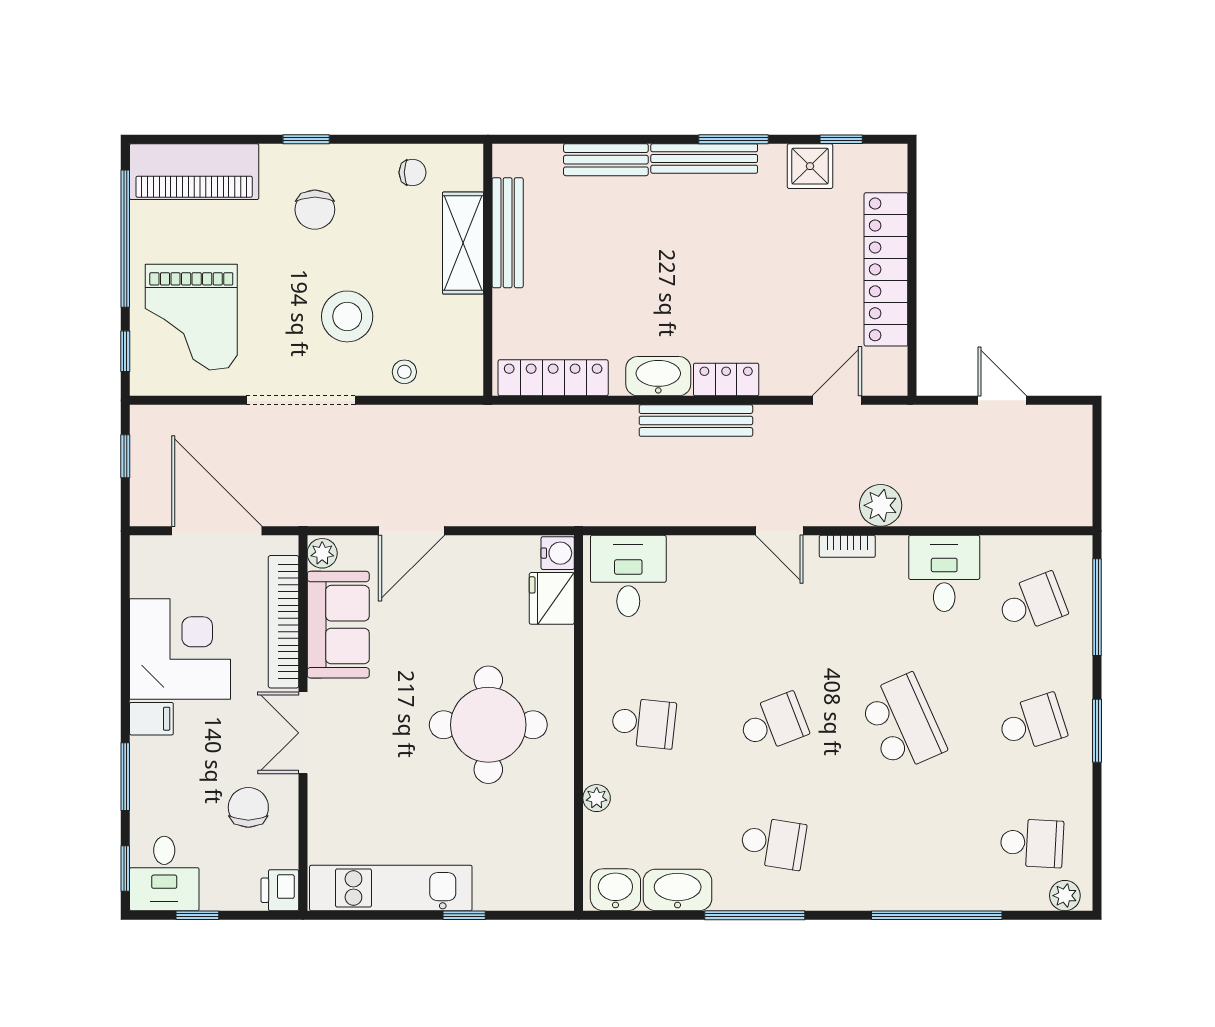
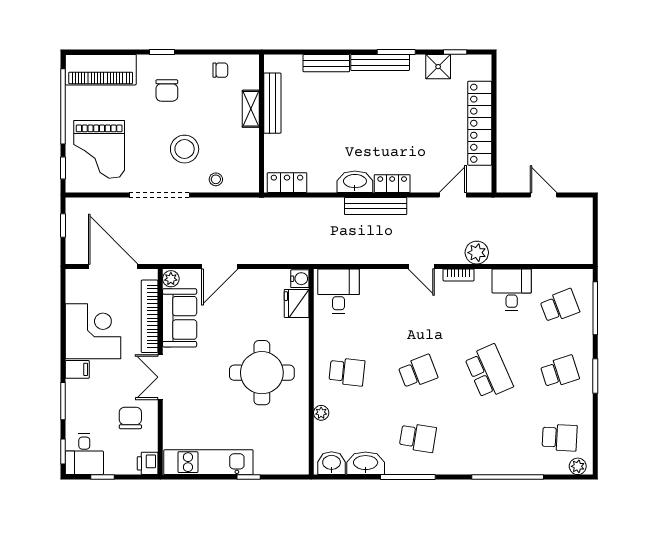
shelving: (463, 243) -> (251, 109), width x0.67, depth x0.75
locker: (553, 378) -> (287, 183), width x0.66

